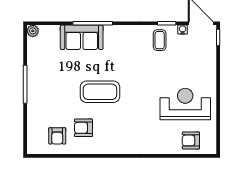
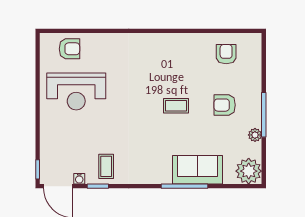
plant: (33, 31) -> (249, 171), width x1.88, depth x1.88
plant: (33, 67) -> (255, 135), added
coffee table: (100, 92) -> (176, 106), width x0.54, depth x0.58
armchair: (83, 128) -> (225, 105), moved, turned 180

